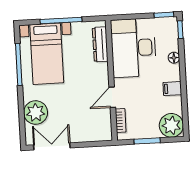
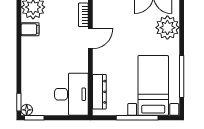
desk: (134, 48) -> (71, 94), width x0.73, depth x0.77
floor lamp: (174, 58) -> (27, 110), moved
filing cabinet: (172, 89) -> (30, 29), moved

